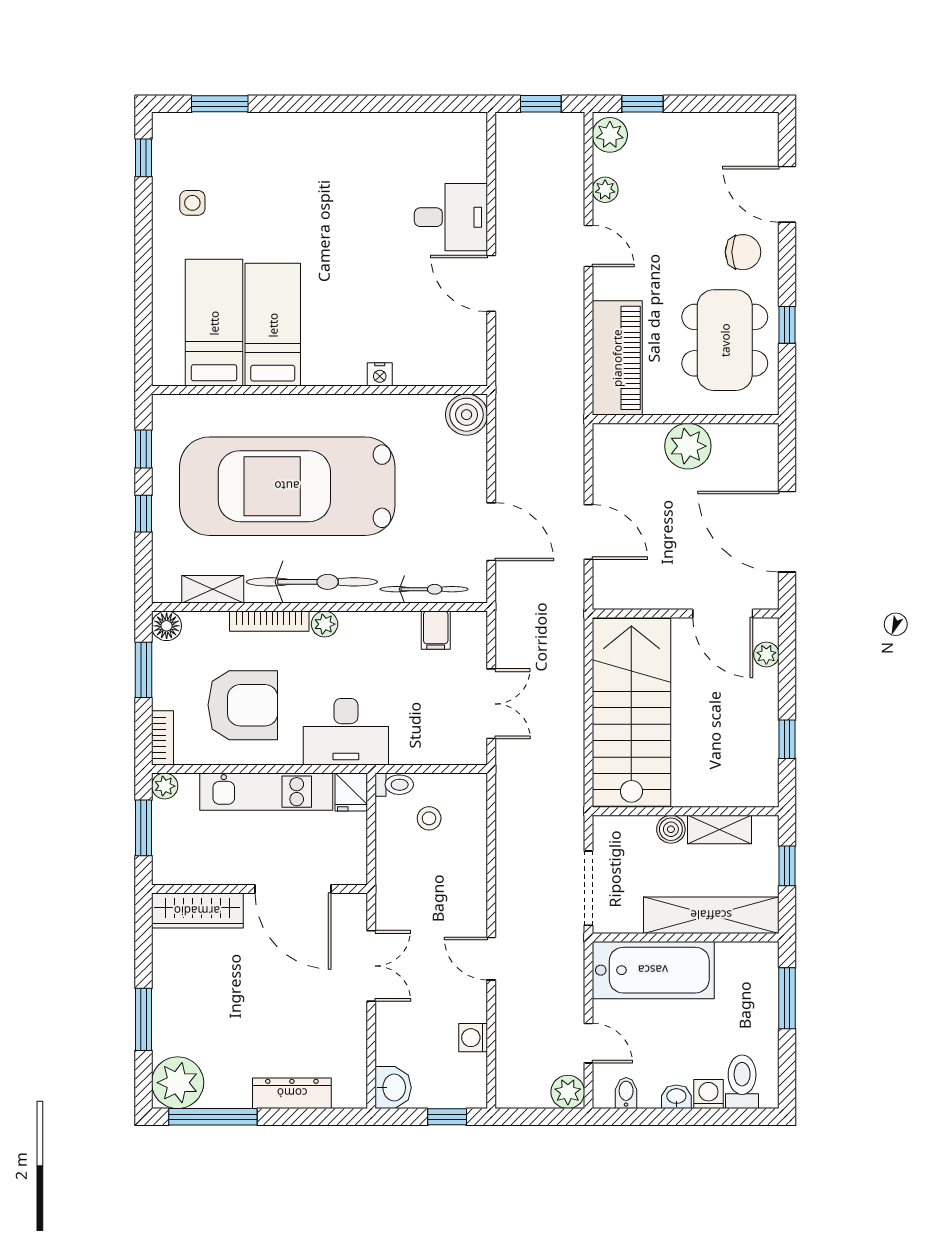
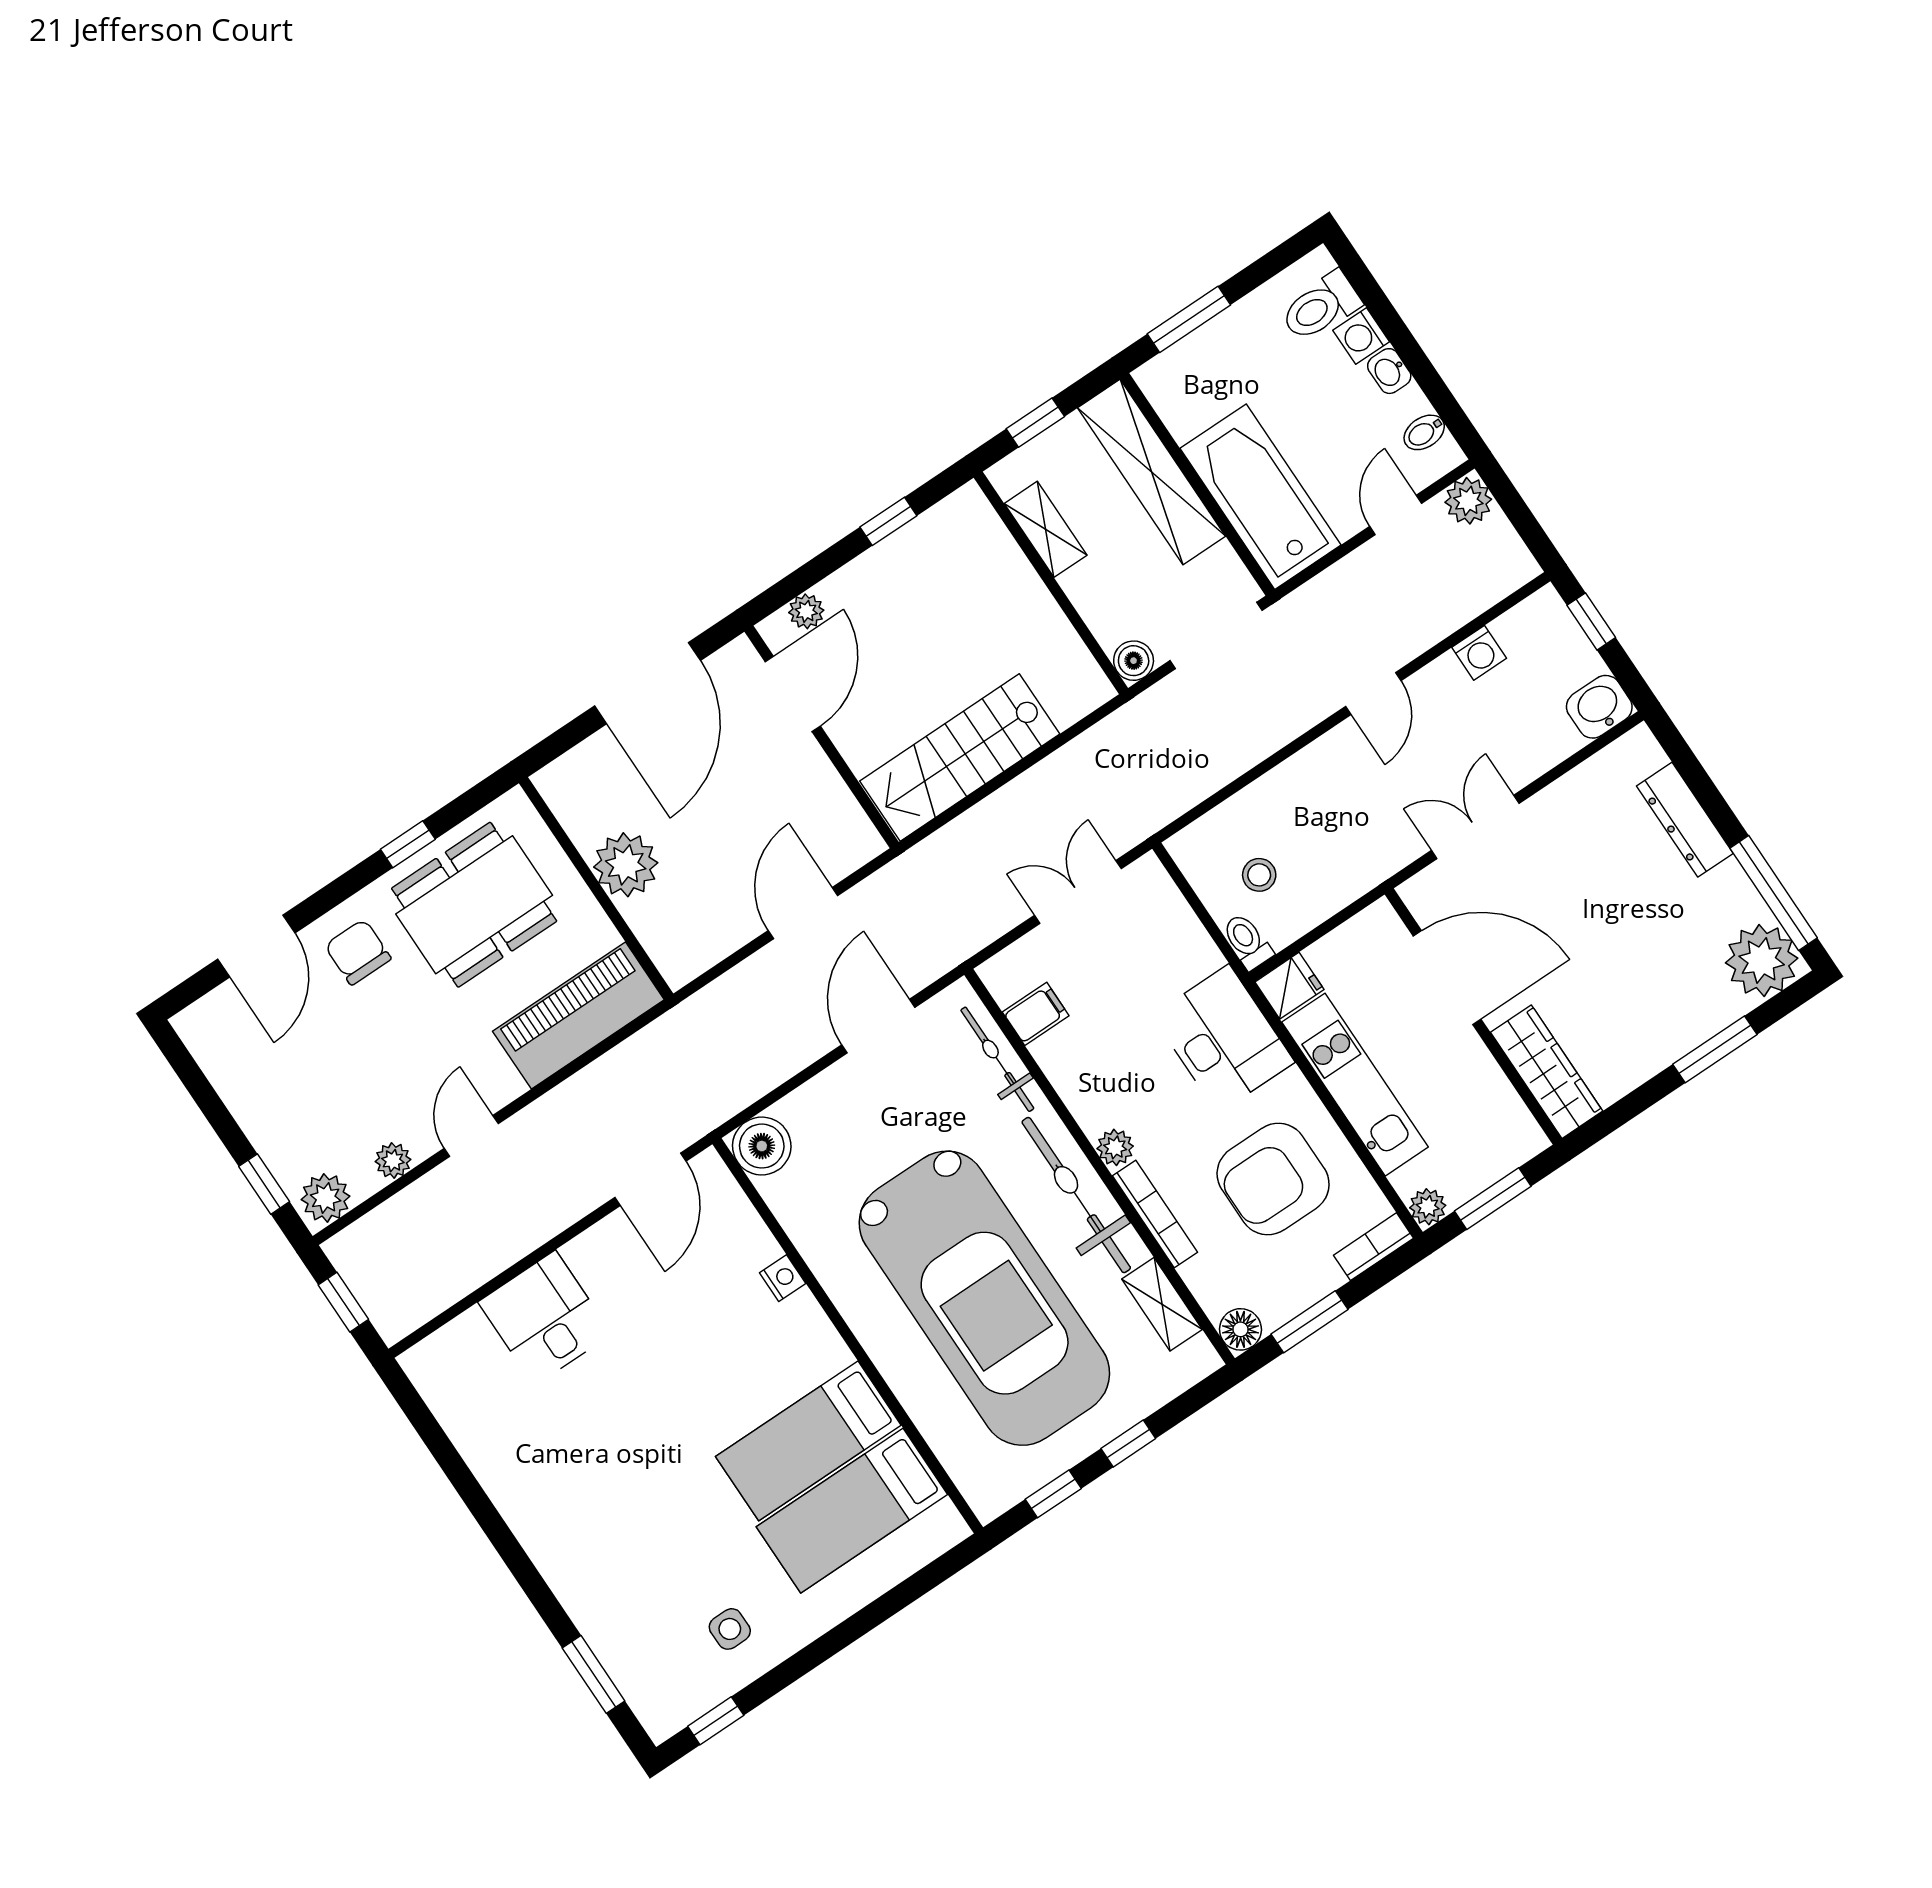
door: (491, 283) -> (650, 1179), moved
armchair: (243, 705) -> (1273, 1179), turned -90
stairs: (631, 712) -> (960, 757), width x0.73, depth x0.66
boiler: (671, 829) -> (1134, 661), moved
door: (293, 889) -> (1447, 978), hinge flipped

